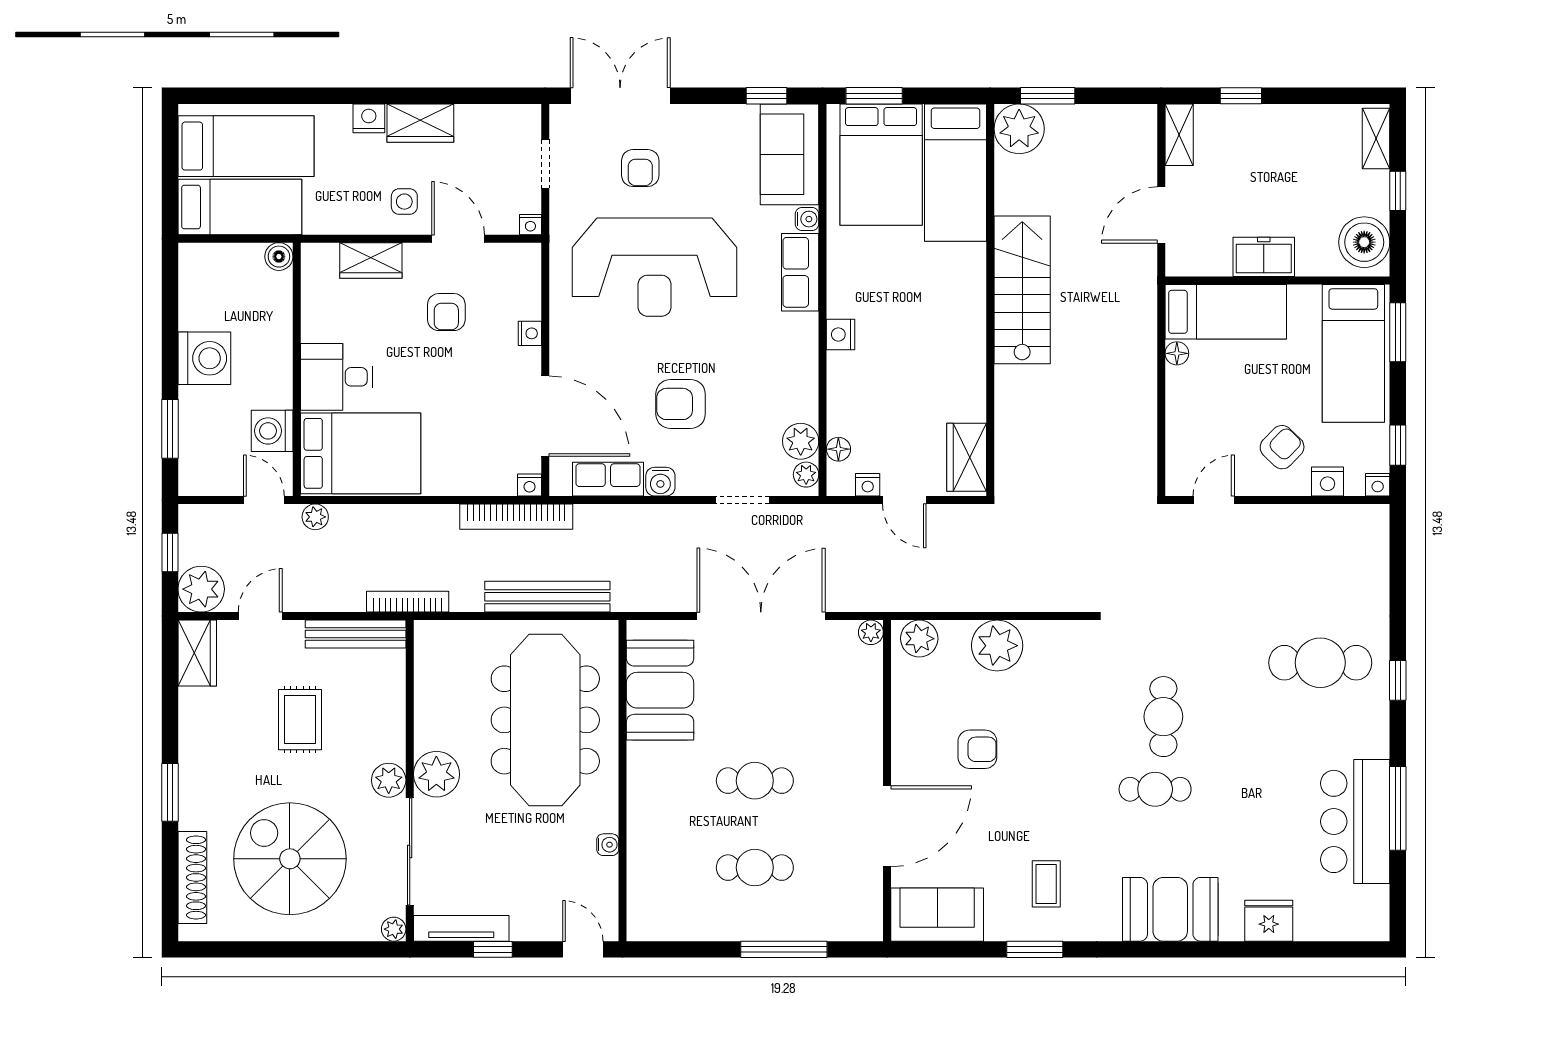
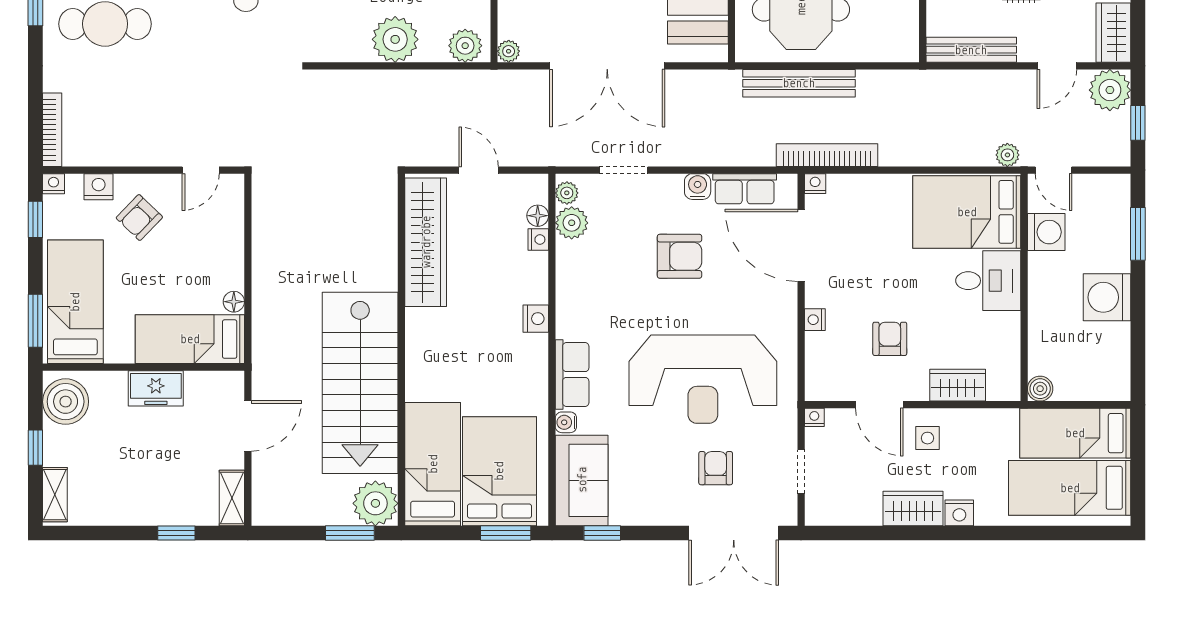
reception desk: (654, 267) -> (703, 379), turned 180
stairs: (1022, 290) -> (360, 383), width x1.36, depth x1.51
wardrobe: (967, 457) -> (426, 242), width x2.10, depth x1.17
nightstand: (868, 485) -> (538, 240), moved, turned 90
bookcase: (408, 602) -> (52, 130), moved, turned -90

